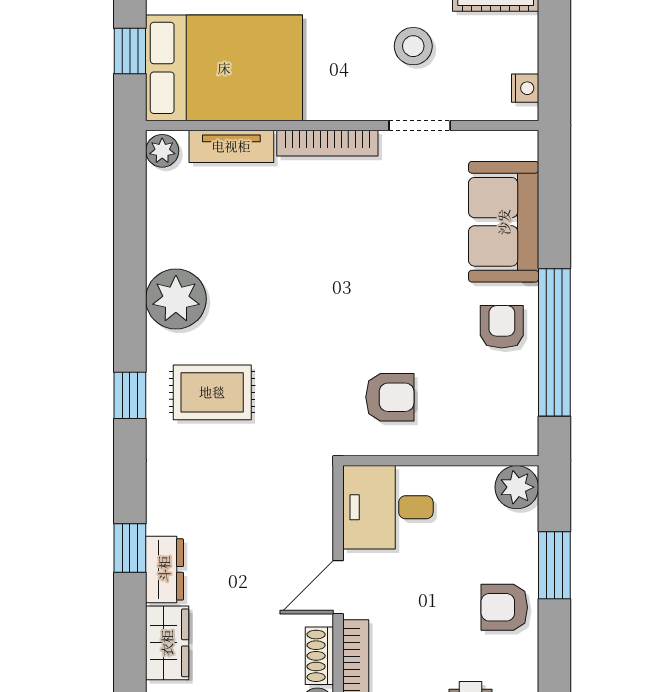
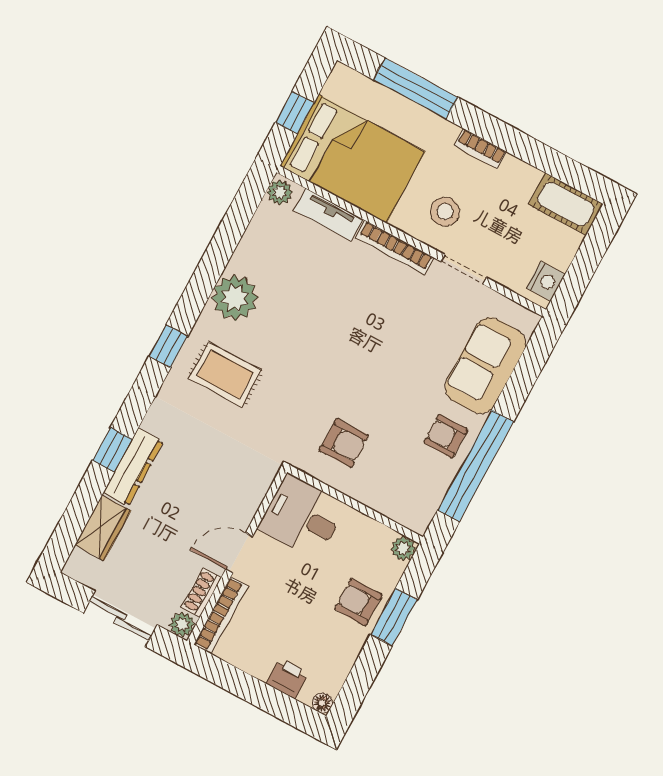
stool: (413, 46) -> (445, 212), moved
nightstand: (525, 88) -> (546, 281), width x1.39, depth x1.35
armchair: (502, 327) -> (446, 436), turned -90
plant: (517, 487) -> (403, 549), width x0.73, depth x0.73
dresser: (164, 569) -> (133, 467), width x1.44
armchair: (504, 607) -> (358, 602), moved

